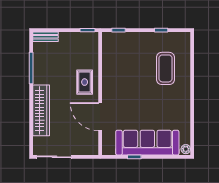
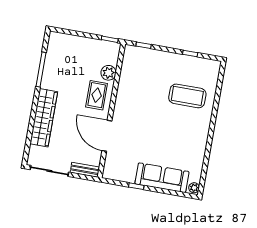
bench: (45, 37) -> (85, 170), moved
plant: (92, 60) -> (108, 73), added
coffee table: (165, 68) -> (187, 96), turned 90
sofa: (147, 143) -> (162, 178), width x0.74, depth x0.79

